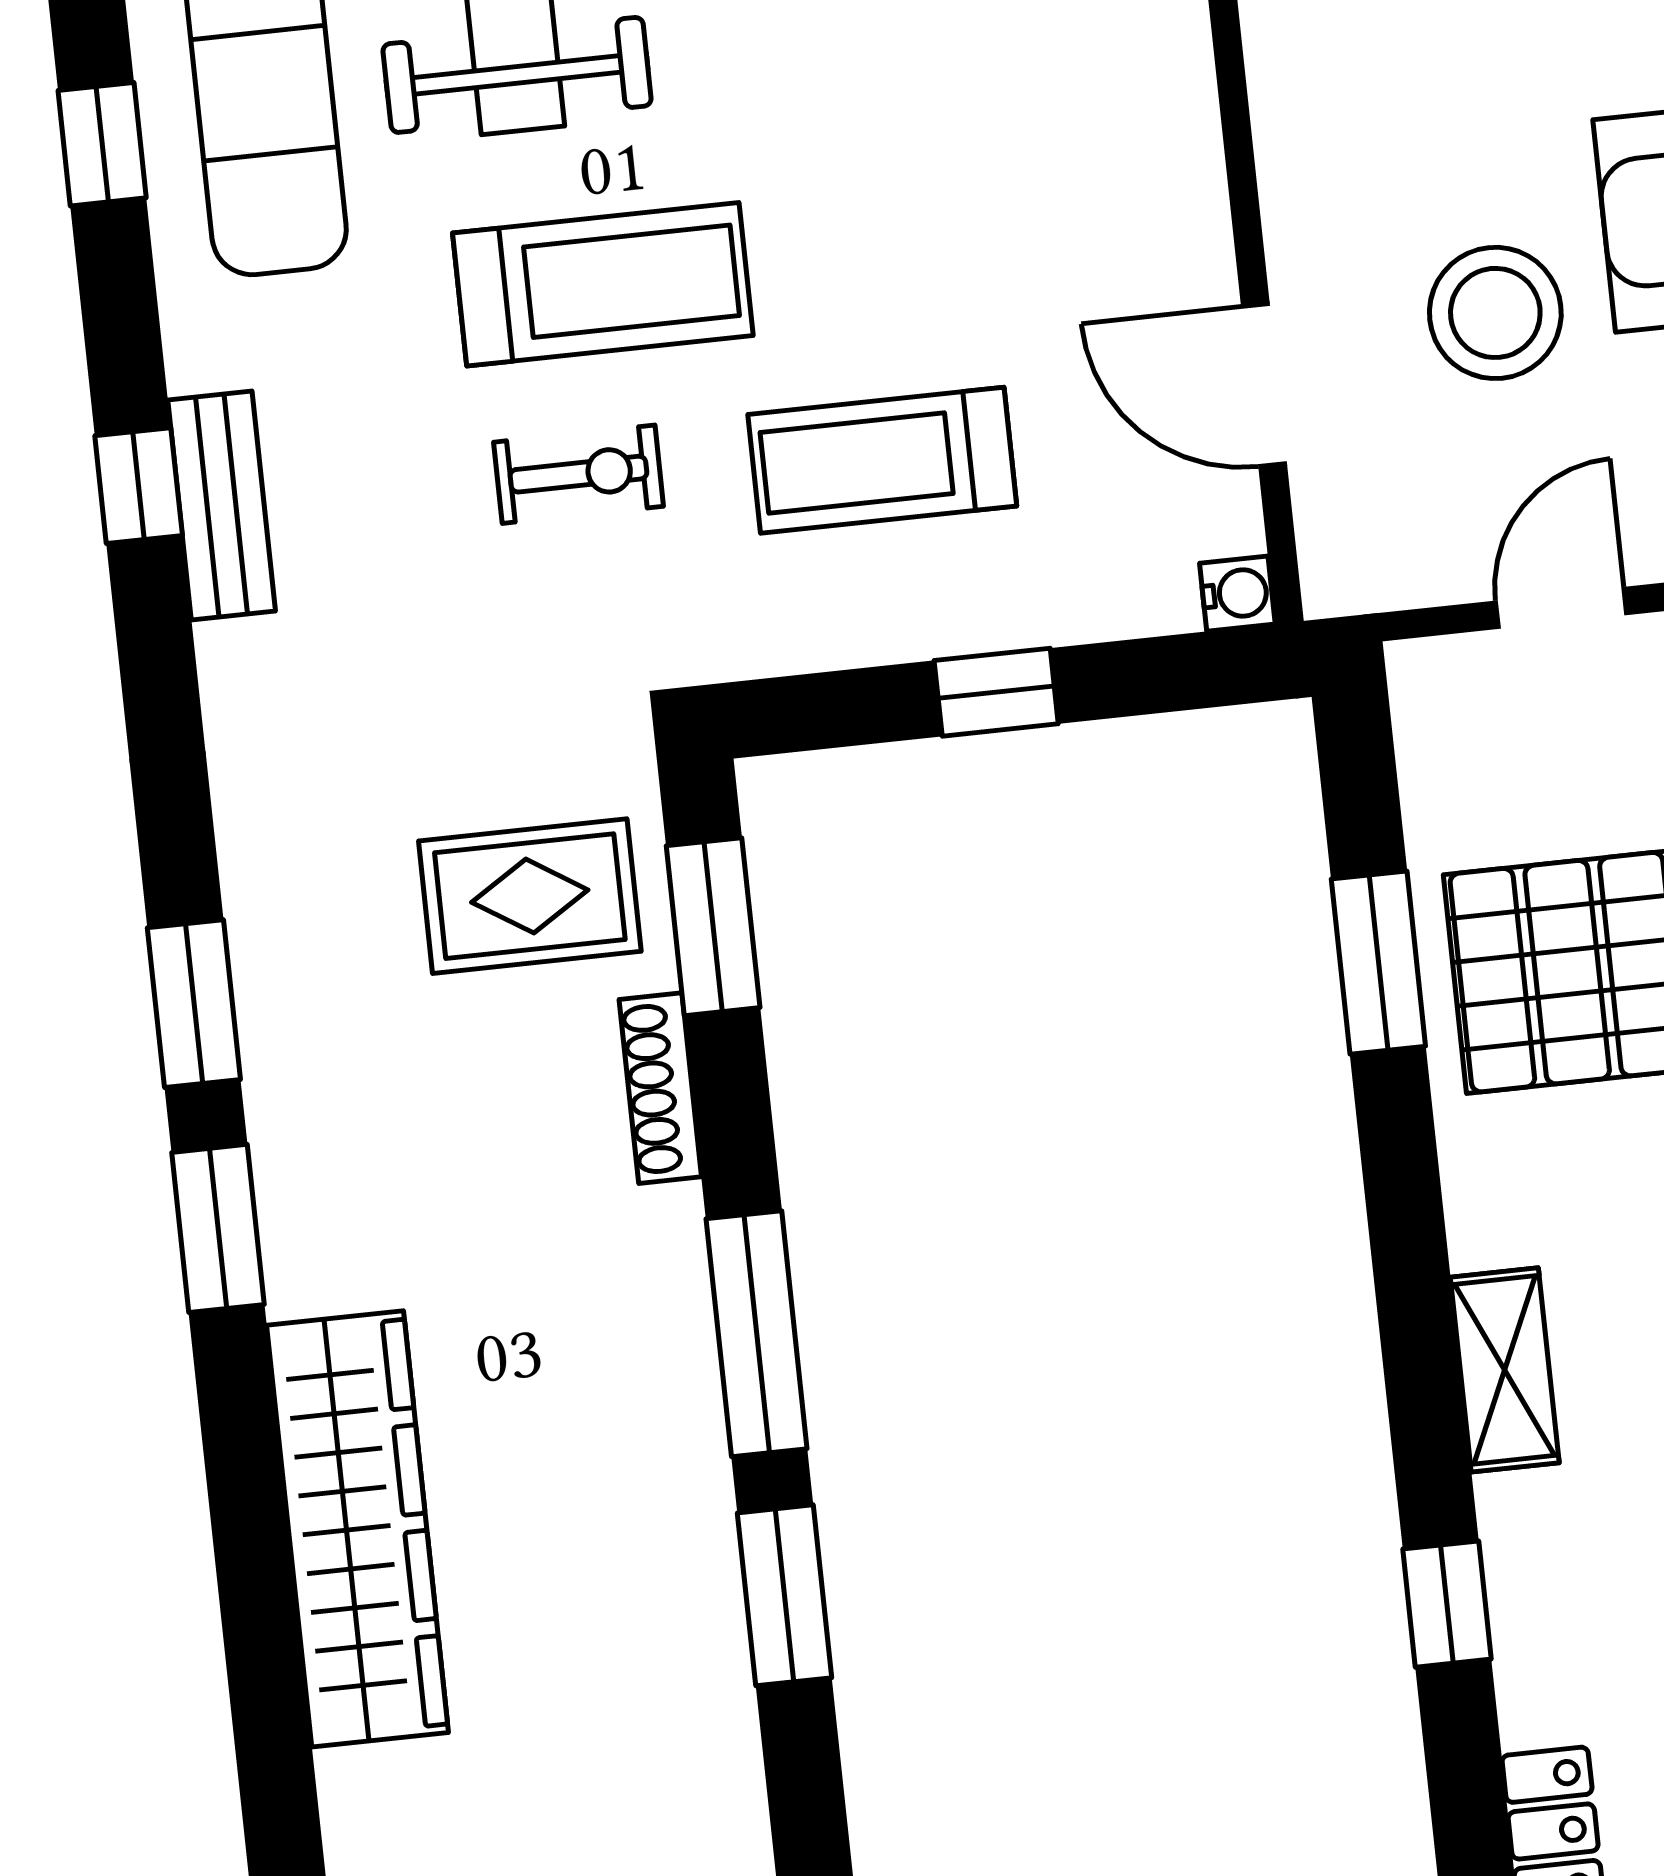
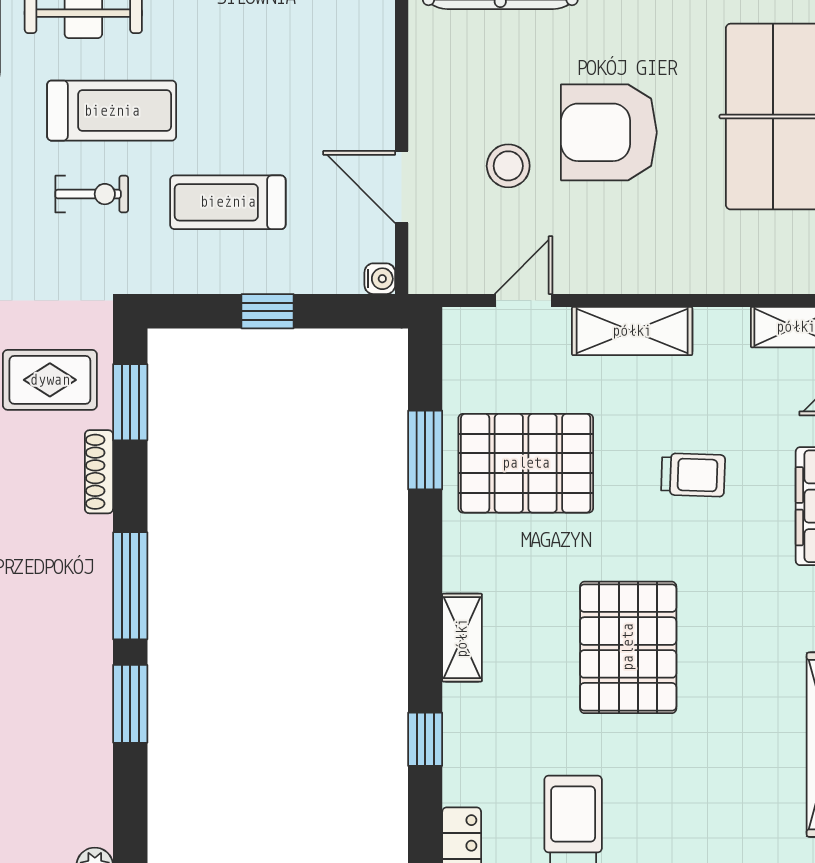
stool: (1495, 313) -> (508, 166), width x0.73, depth x0.73

